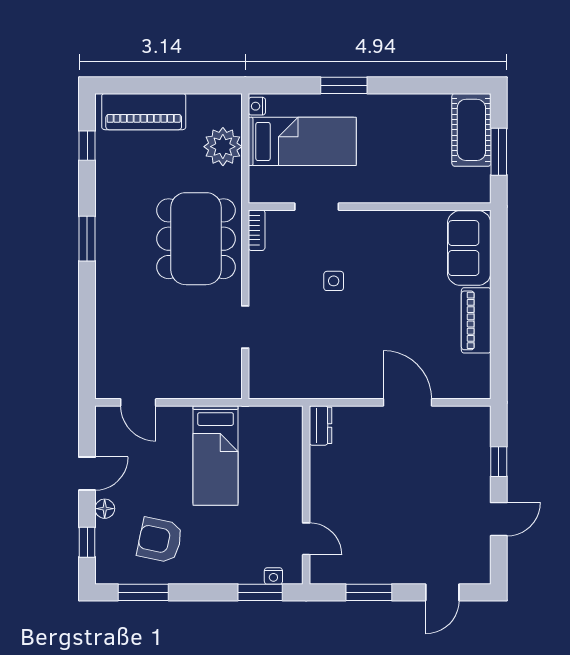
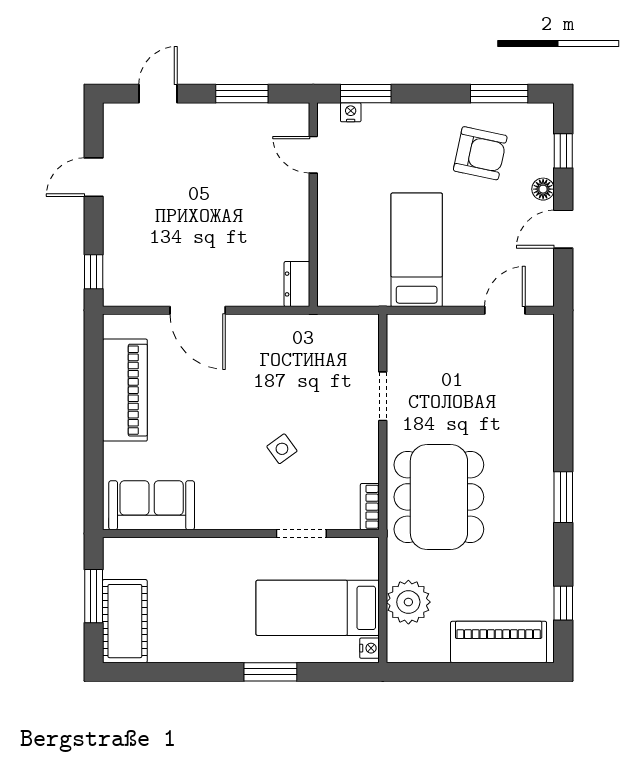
sofa: (469, 248) -> (152, 505), moved, turned -90
side table: (334, 281) -> (282, 449), turned -36
piano: (476, 320) -> (125, 390), width x1.37, depth x1.33
door: (138, 402) -> (505, 310), hinge flipped
window: (499, 462) -> (94, 272), moved

